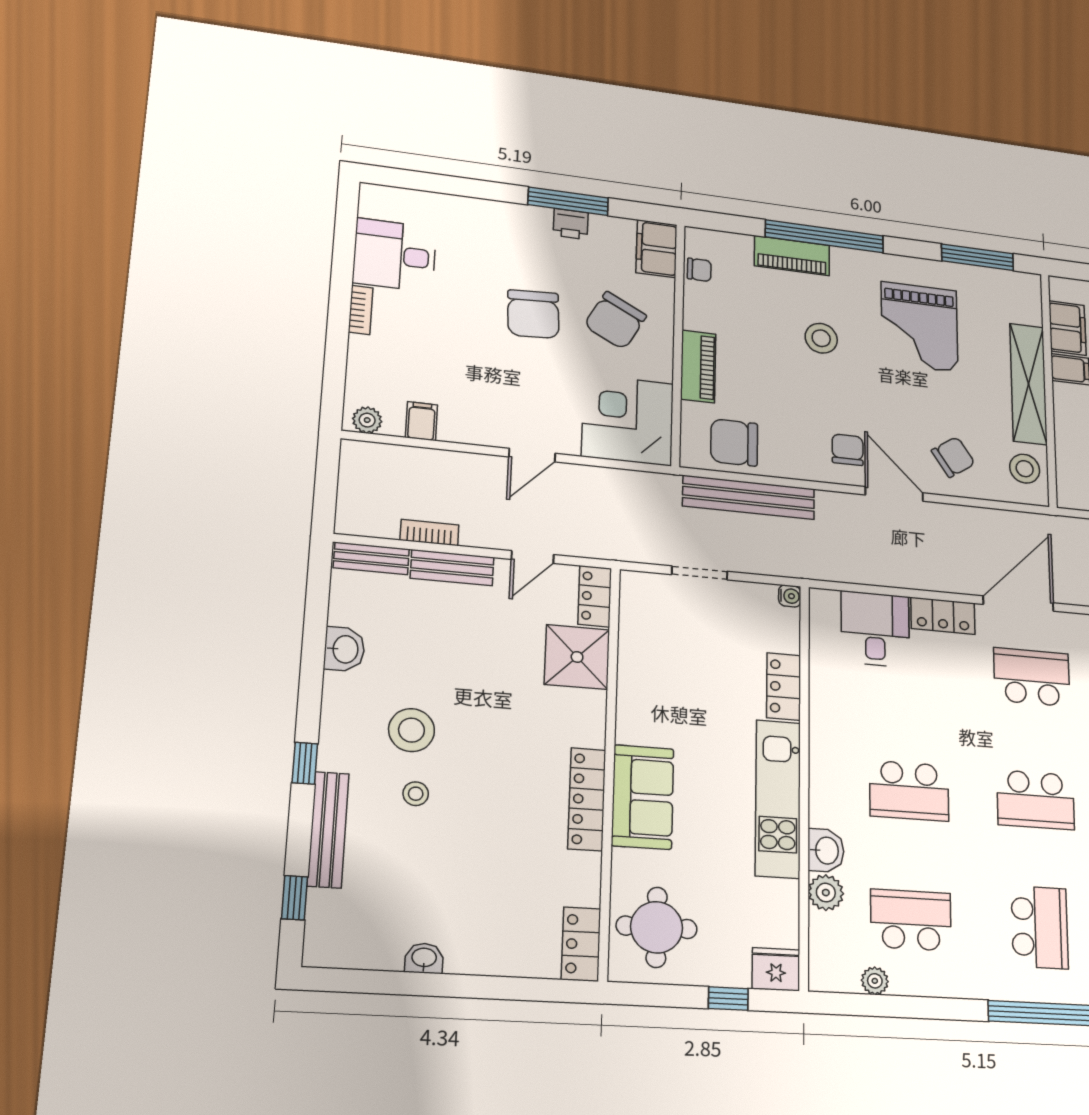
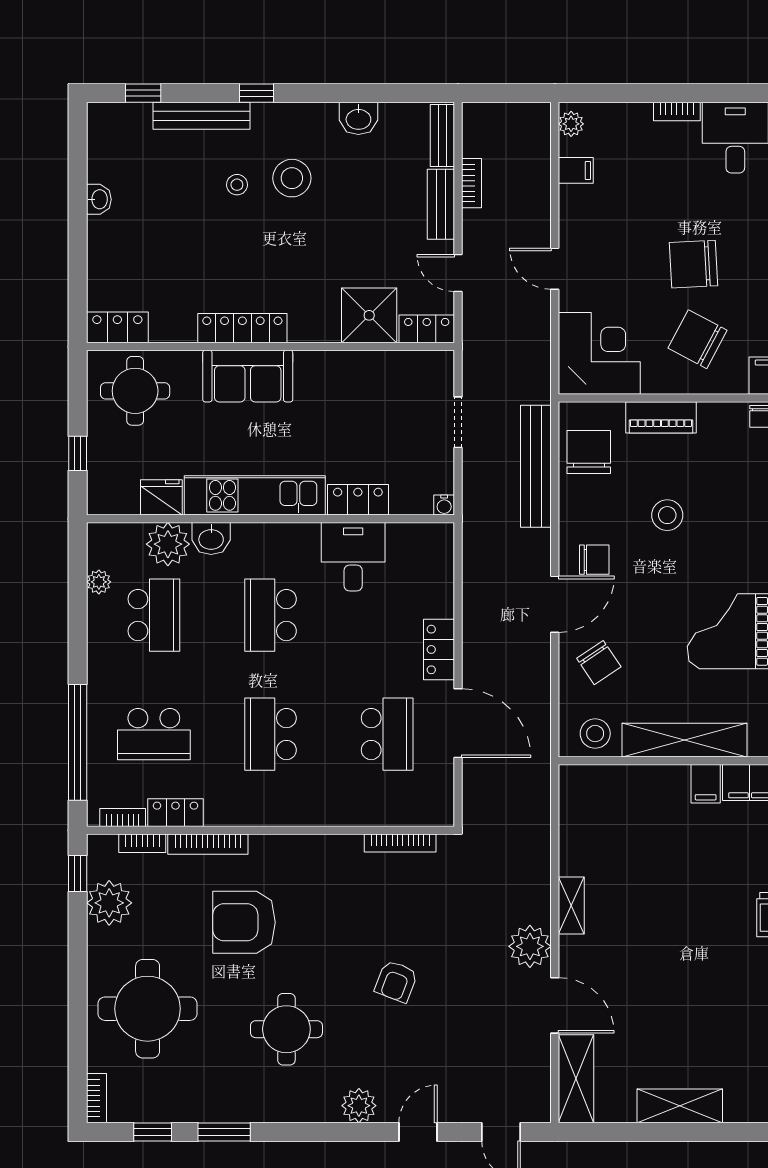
stool: (821, 338) -> (667, 515), moved
desk: (875, 629) -> (353, 557), moved, turned -90
plant: (826, 893) -> (168, 544), width x1.36, depth x1.36
fridge: (776, 969) -> (161, 497), moved, turned -90

